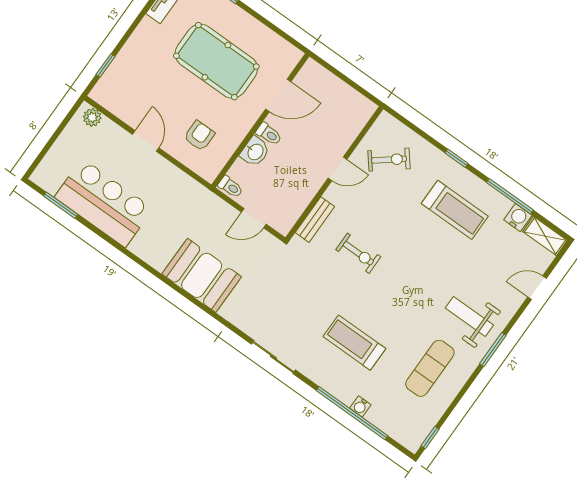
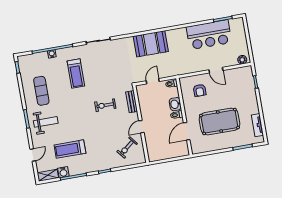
treadmill: (455, 210) -> (70, 149), moved
treadmill: (354, 343) -> (76, 74), turned 90

